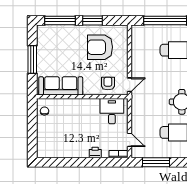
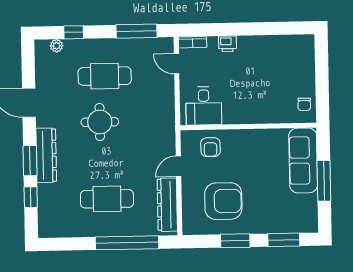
window: (60, 20) -> (284, 240), width x0.69
dresser: (138, 45) -> (167, 205), added
door: (130, 85) -> (179, 166), moved
sofa: (61, 86) -> (303, 160), moved, turned 90

